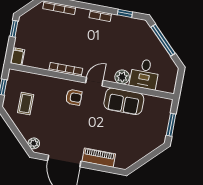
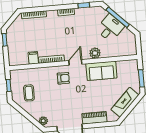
filing cabinet: (17, 56) -> (33, 58), moved
desk: (145, 74) -> (110, 28), moved, turned -135
fireplace: (142, 149) -> (125, 102), added

